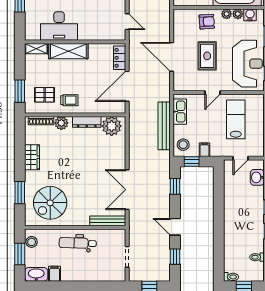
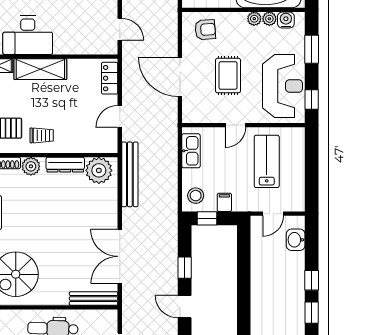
armchair: (207, 22) -> (205, 30), moved
door: (127, 86) -> (120, 117), width x0.53
bench: (164, 126) -> (130, 174), moved
window: (175, 186) -> (185, 268), moved

